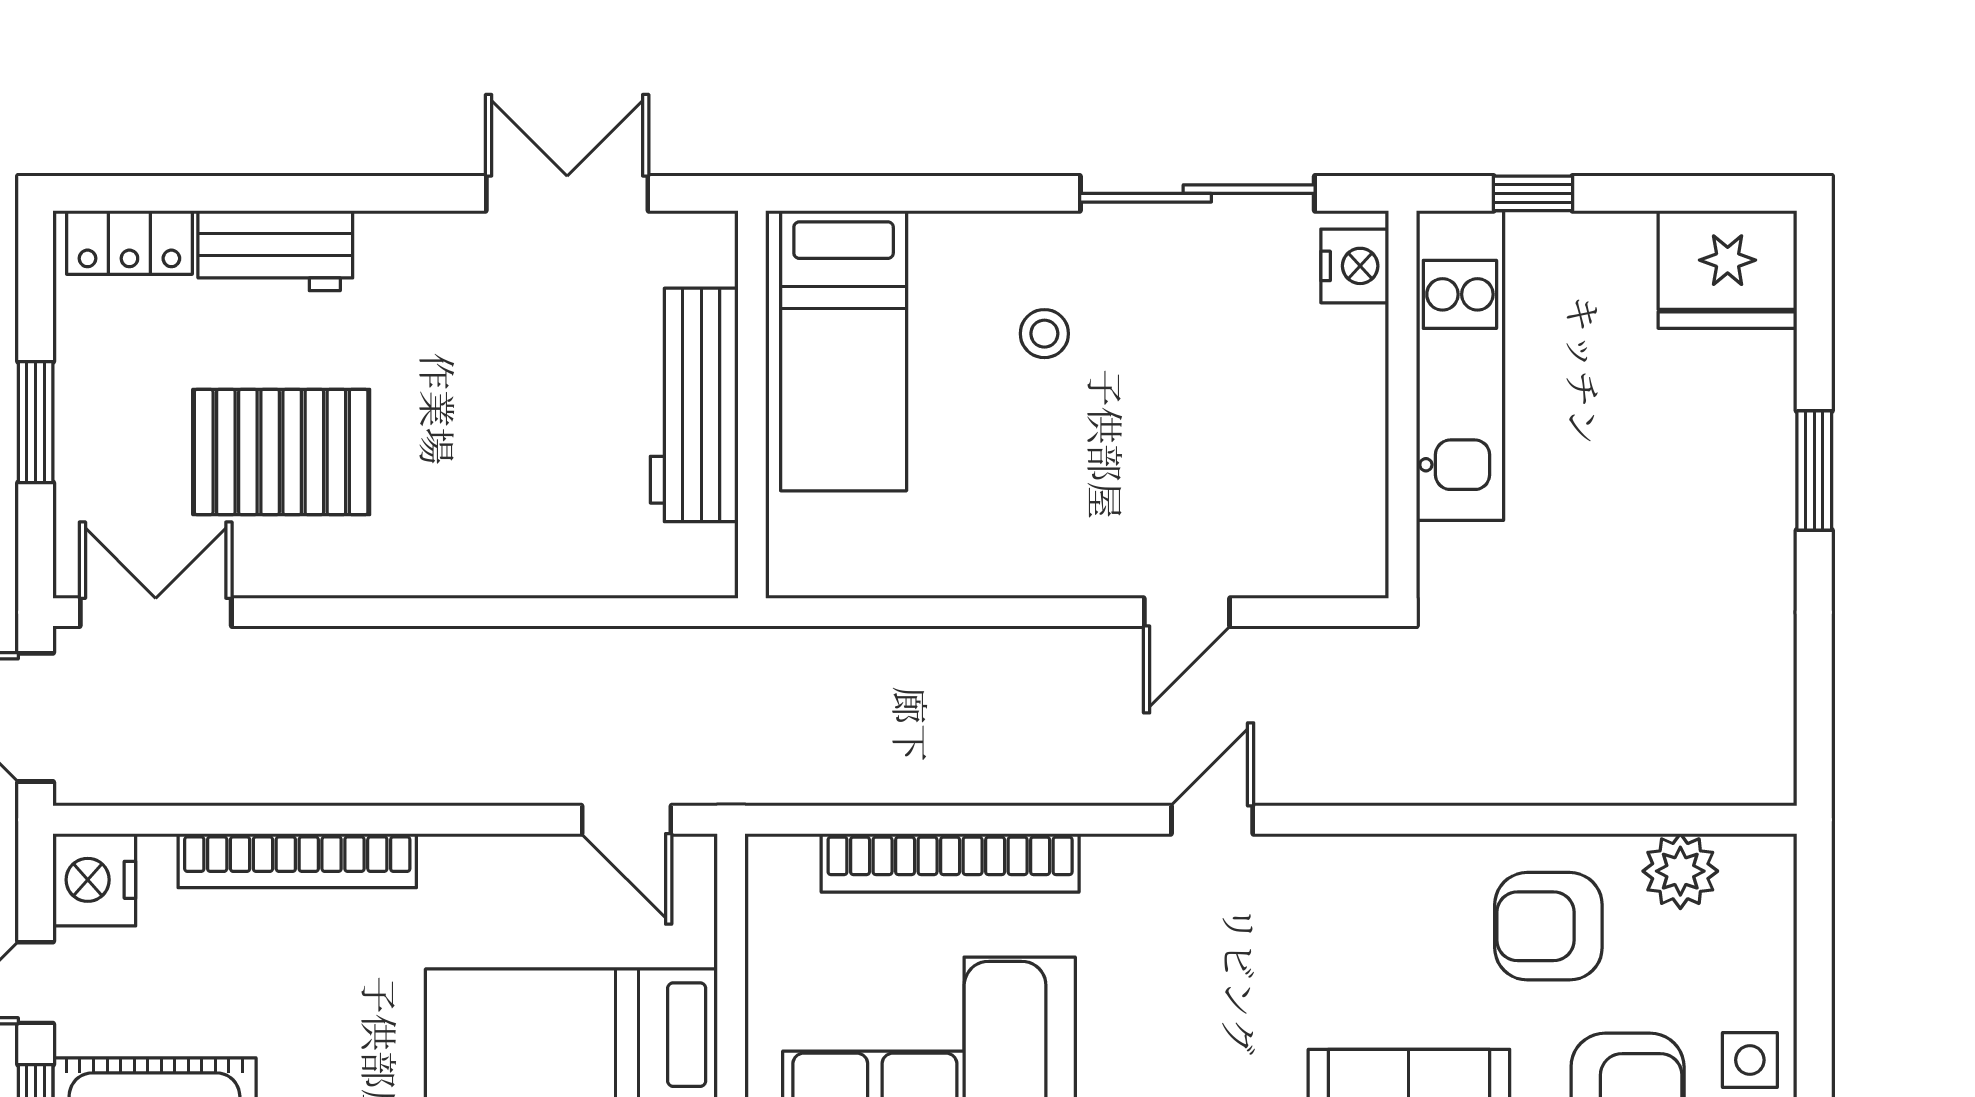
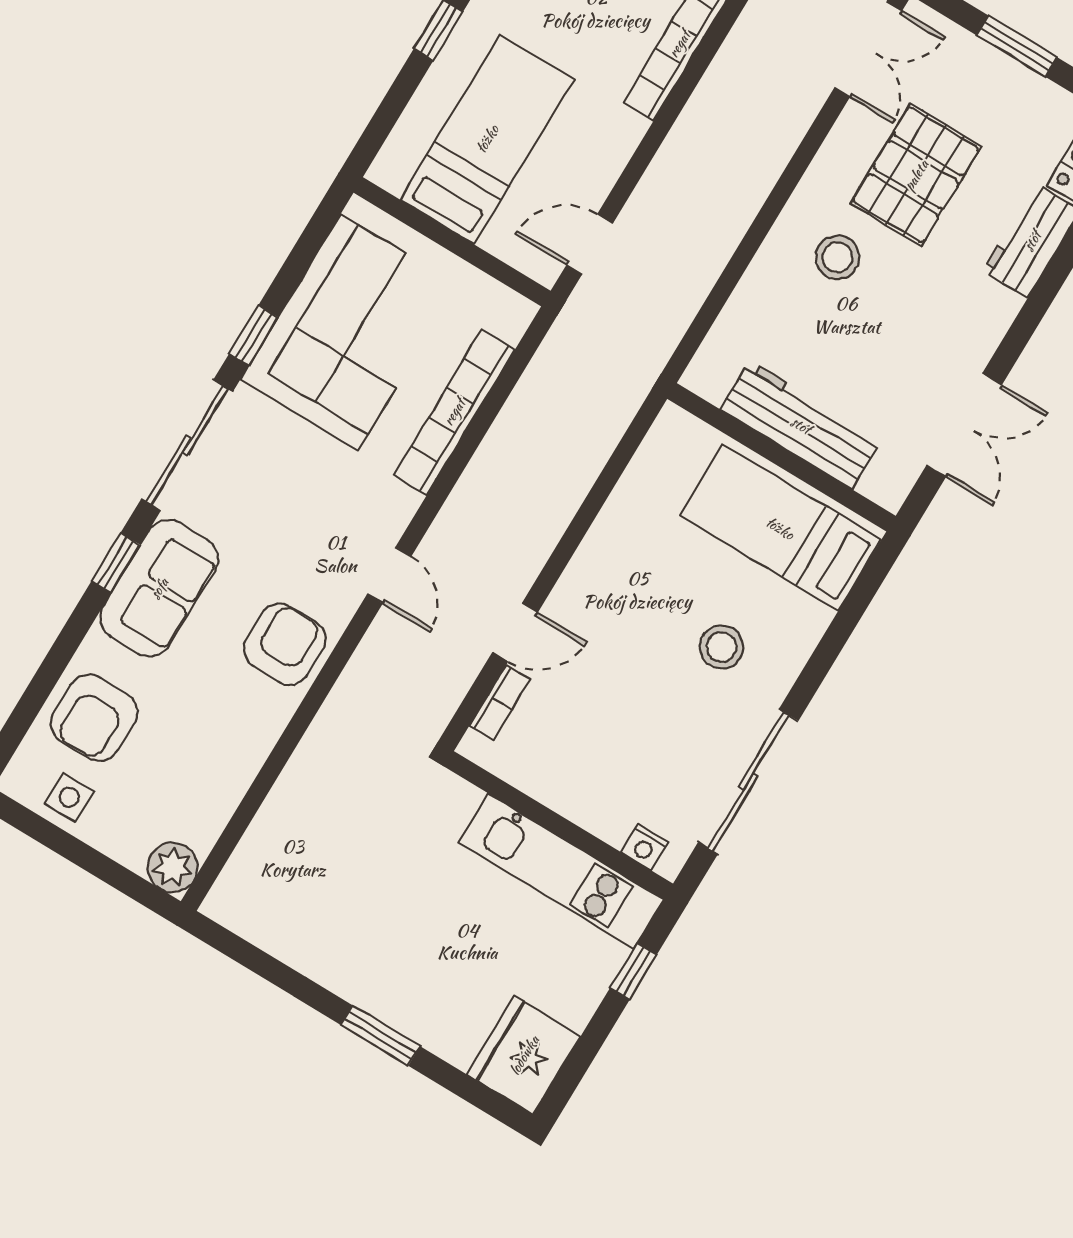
nightstand: (1355, 266) -> (645, 847), width x0.72, depth x0.74
stool: (1044, 334) -> (721, 647), width x1.37, depth x1.37
stool: (449, 489) -> (837, 257), added
bookcase: (1290, 577) -> (500, 702), added
door: (1187, 612) -> (515, 632), swing flipped
plant: (1680, 871) -> (173, 867), moved
armchair: (1548, 926) -> (285, 644), moved

